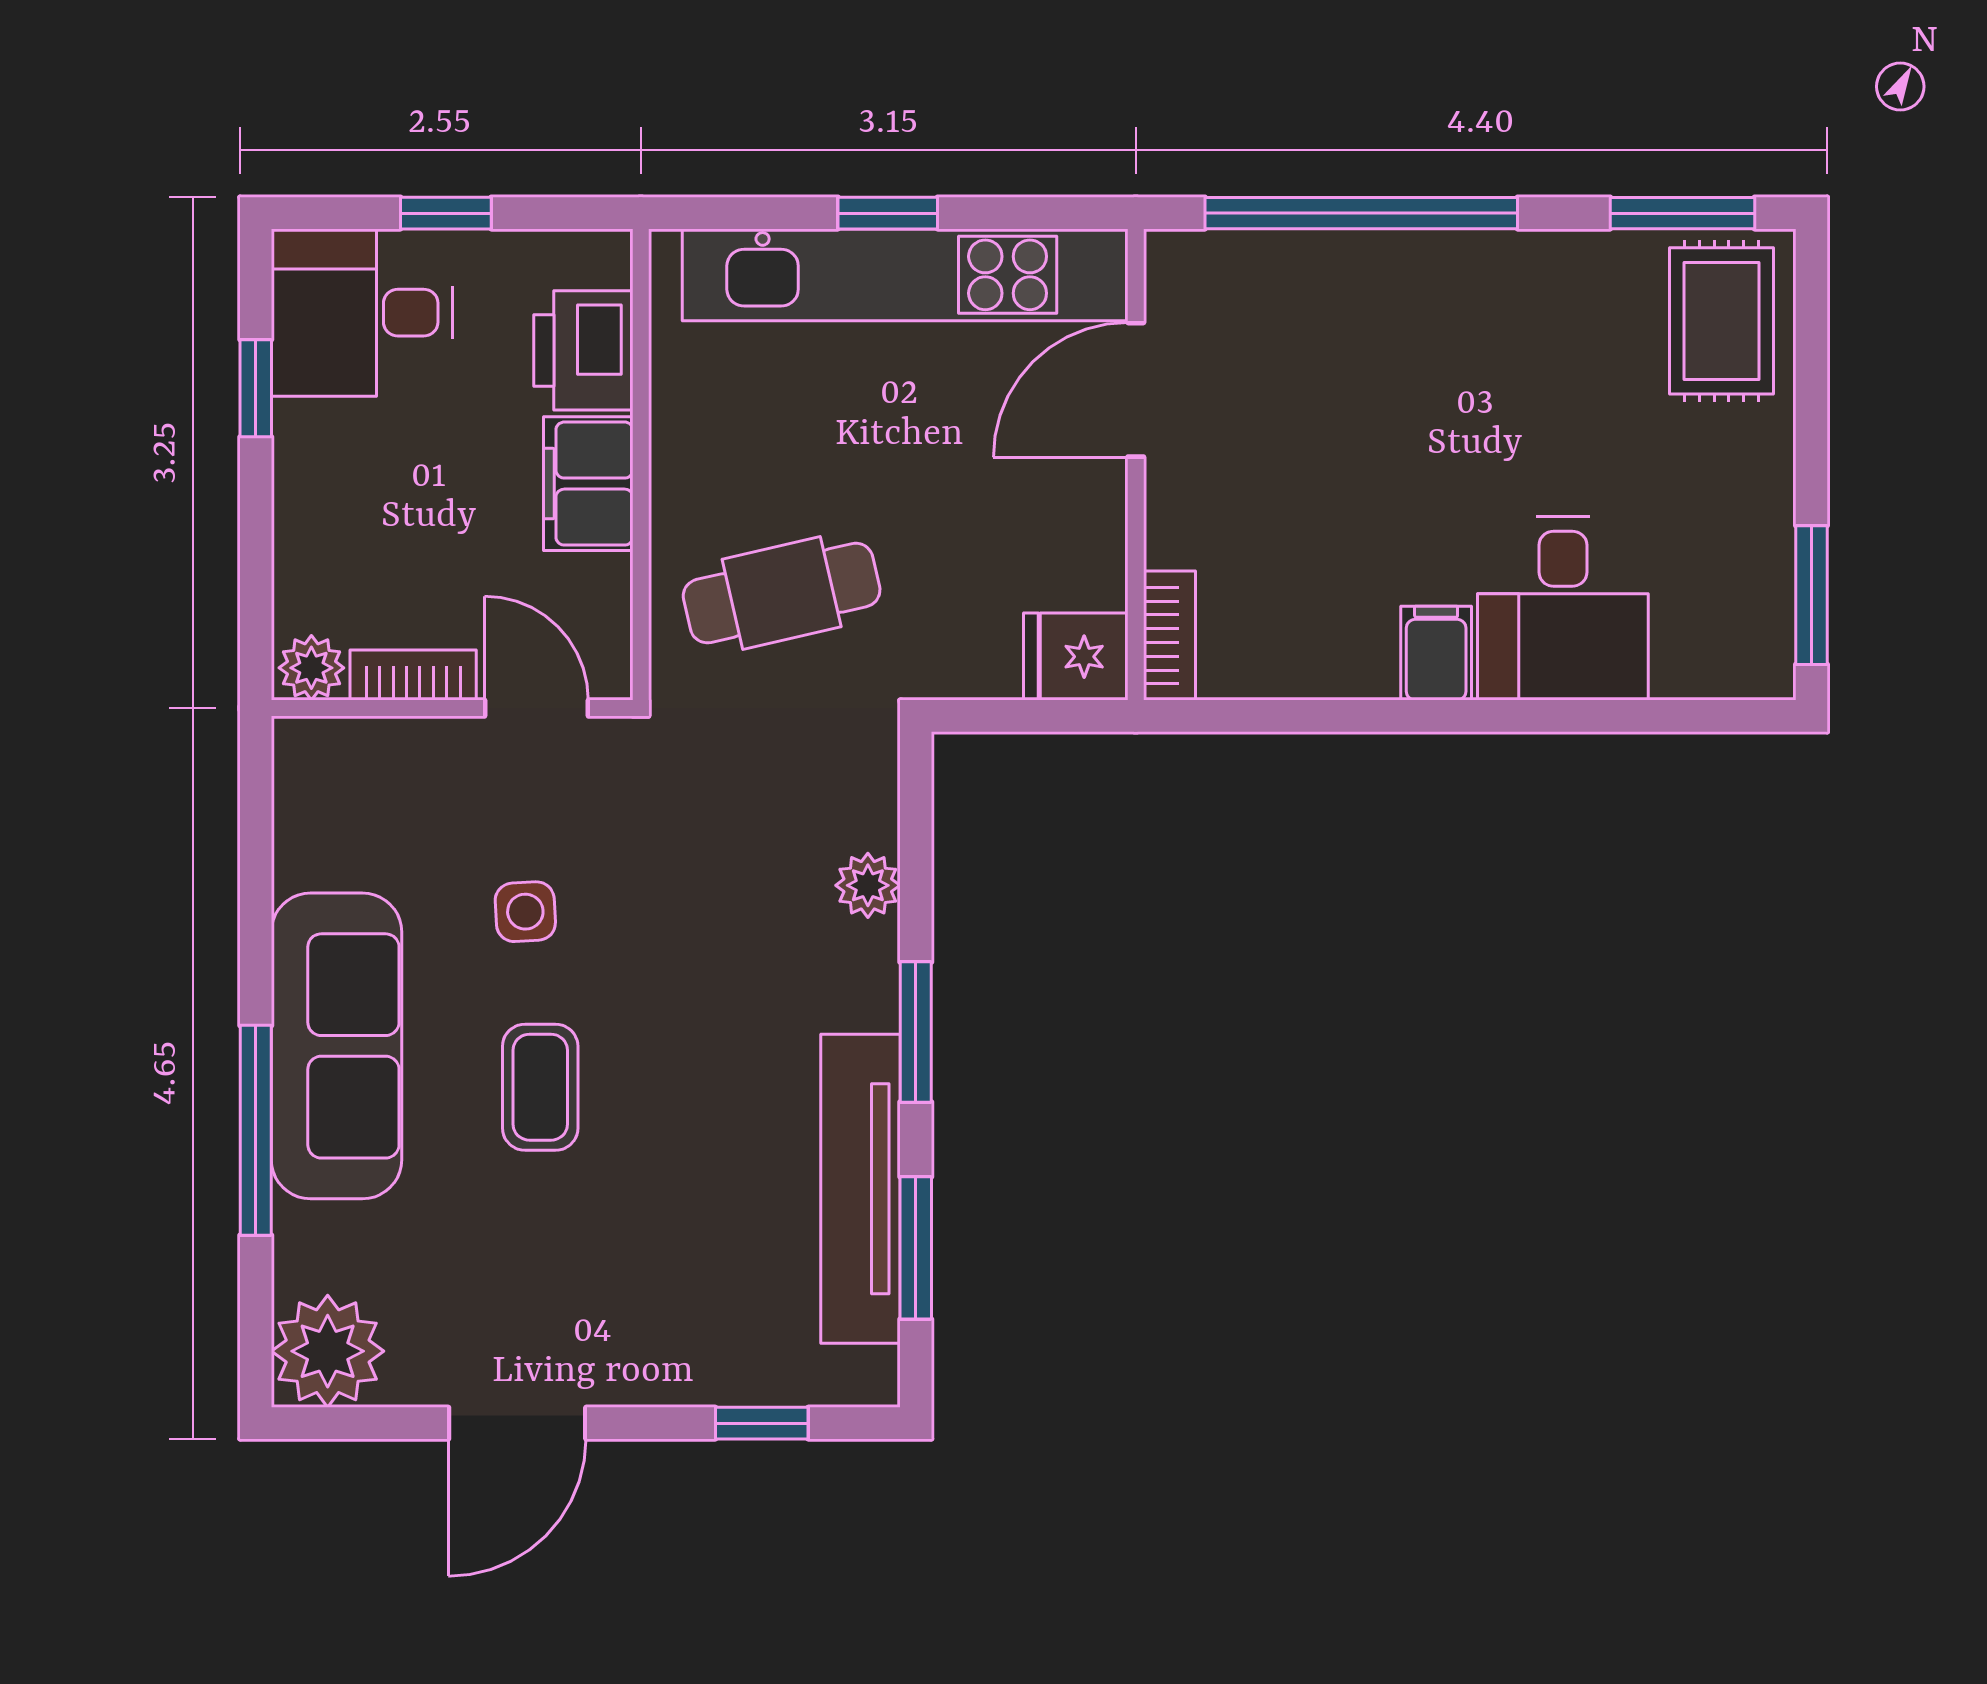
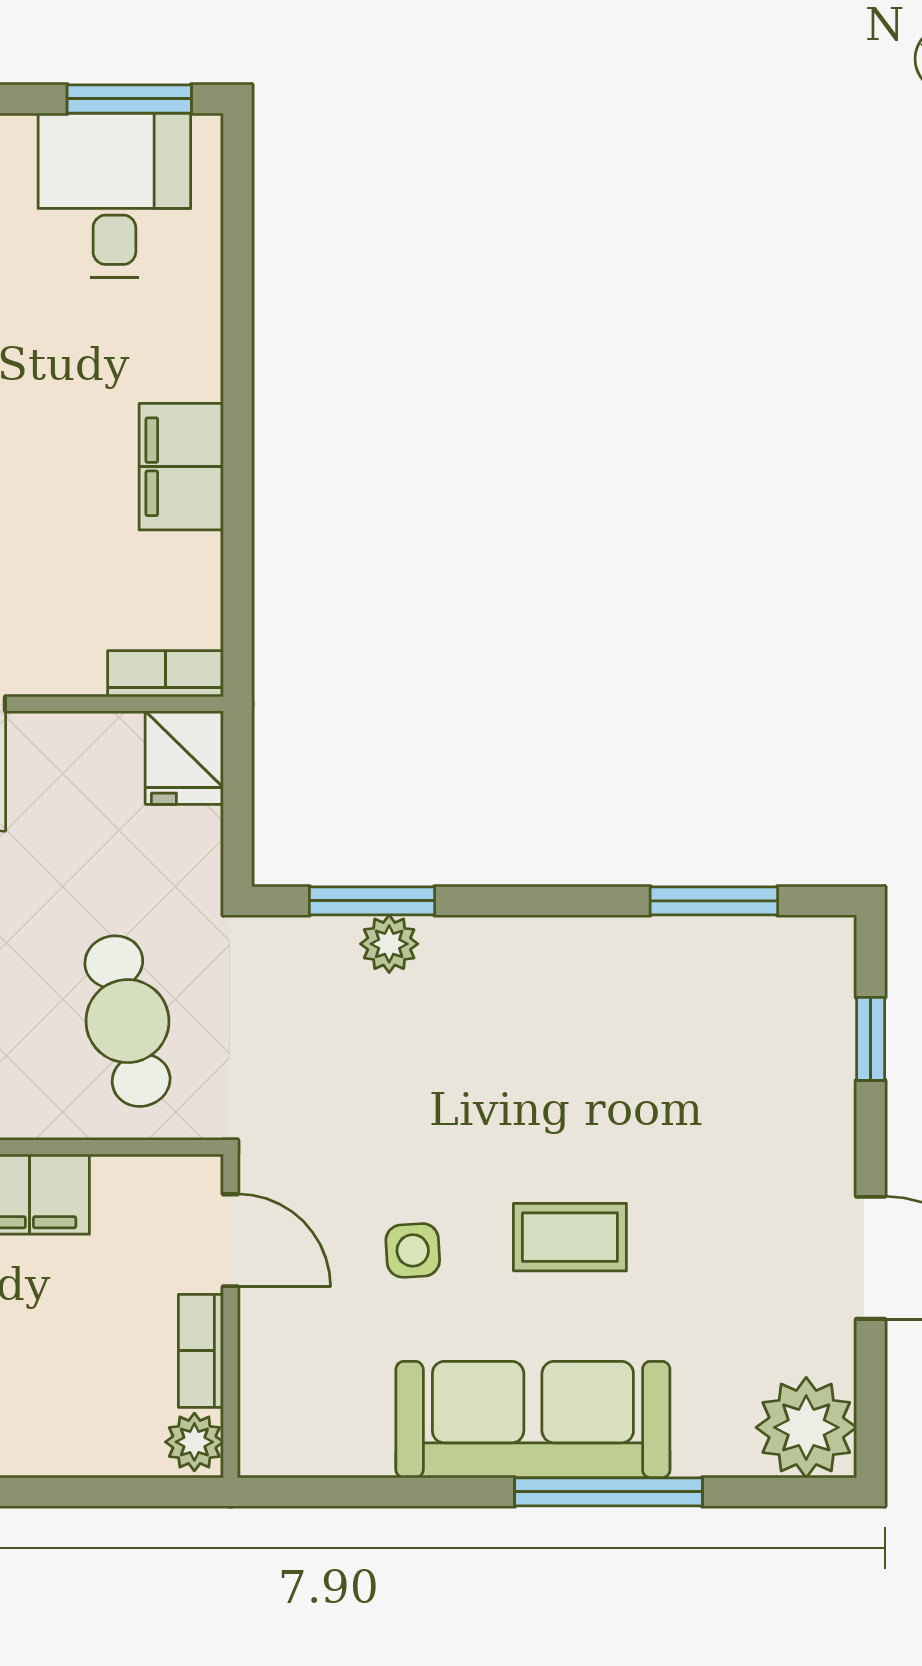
desk: (1563, 608) -> (114, 195), moved, turned -90
filing cabinet: (1436, 653) -> (181, 467), width x2.00
door: (537, 708) -> (230, 1240), swing flipped
window: (916, 1032) -> (372, 901), moved
tv unit: (860, 1189) -> (661, 950), removed

